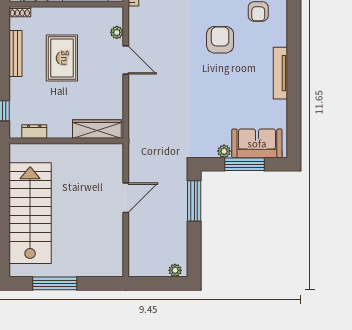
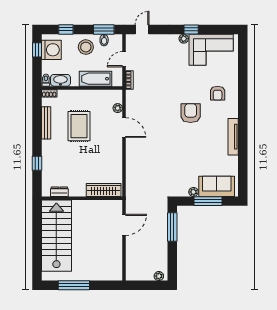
wardrobe: (97, 129) -> (104, 190), moved
dresser: (34, 132) -> (59, 192), moved
wall: (66, 141) -> (82, 198), moved

